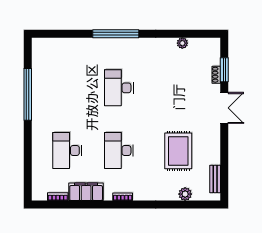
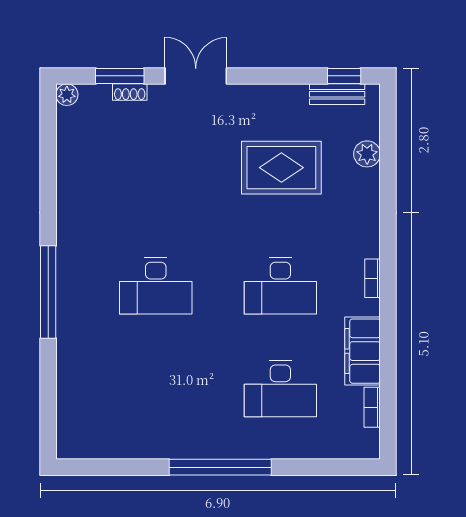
plant: (182, 43) -> (67, 95), moved
window: (28, 94) -> (220, 467), moved
window: (224, 182) -> (344, 76), added

